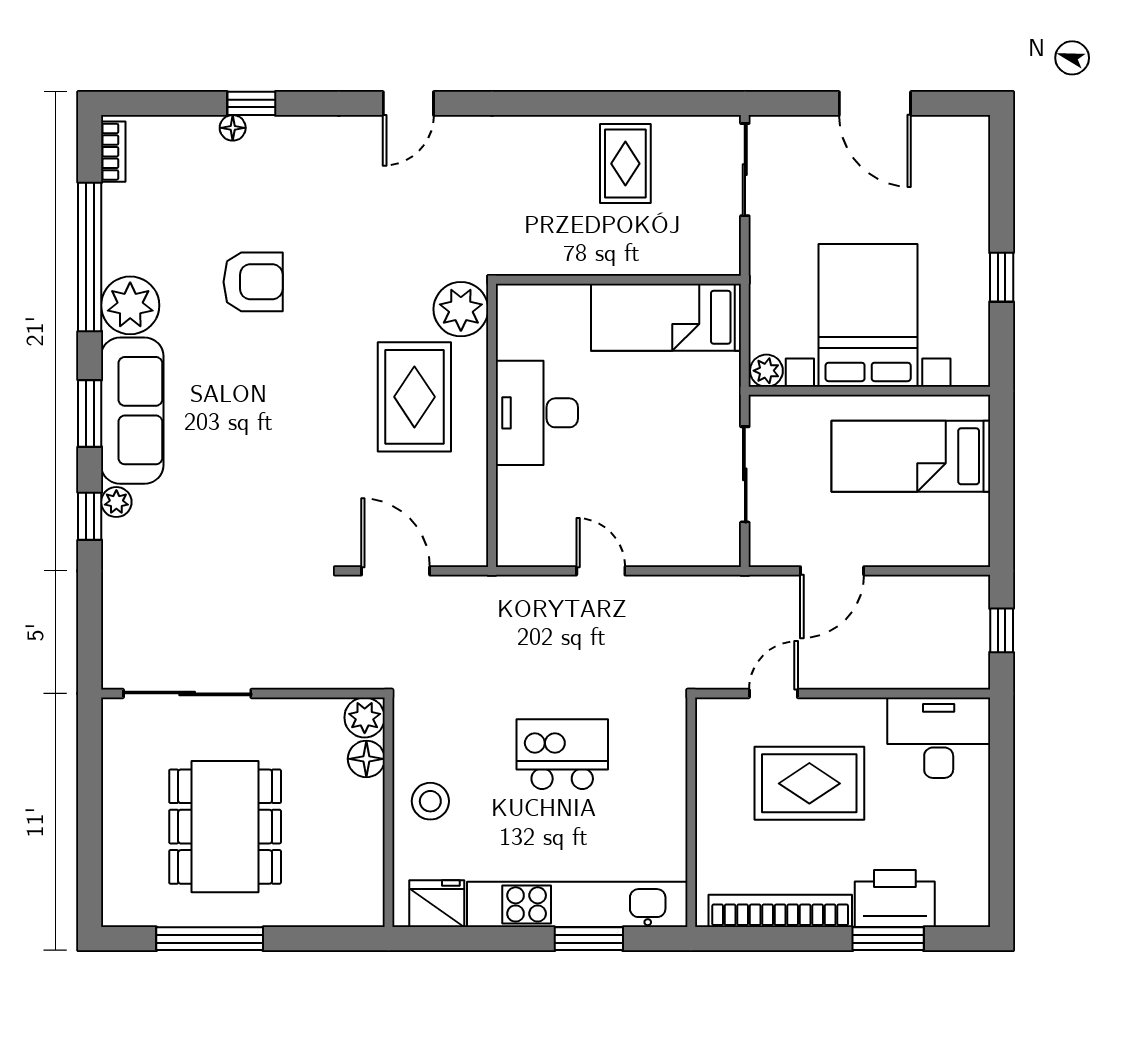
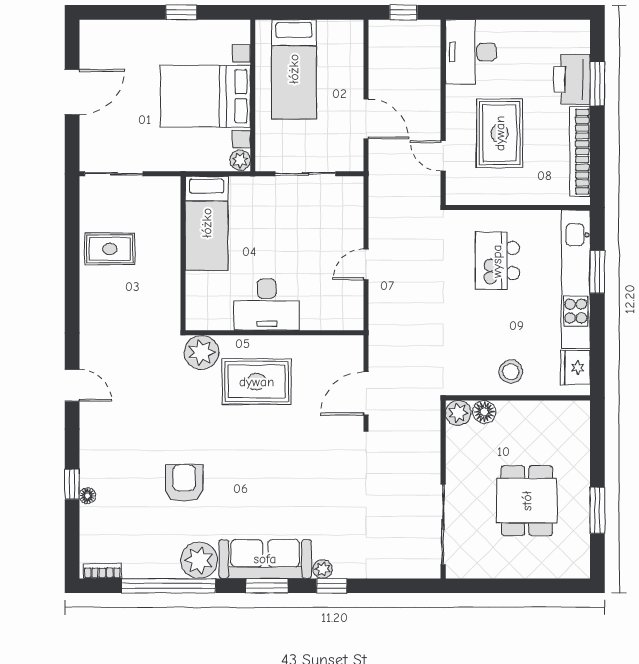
kitchen island: (562, 754) -> (497, 261), moved
dining table: (225, 827) -> (527, 501), width x0.73
window: (210, 939) -> (597, 510), width x0.69

